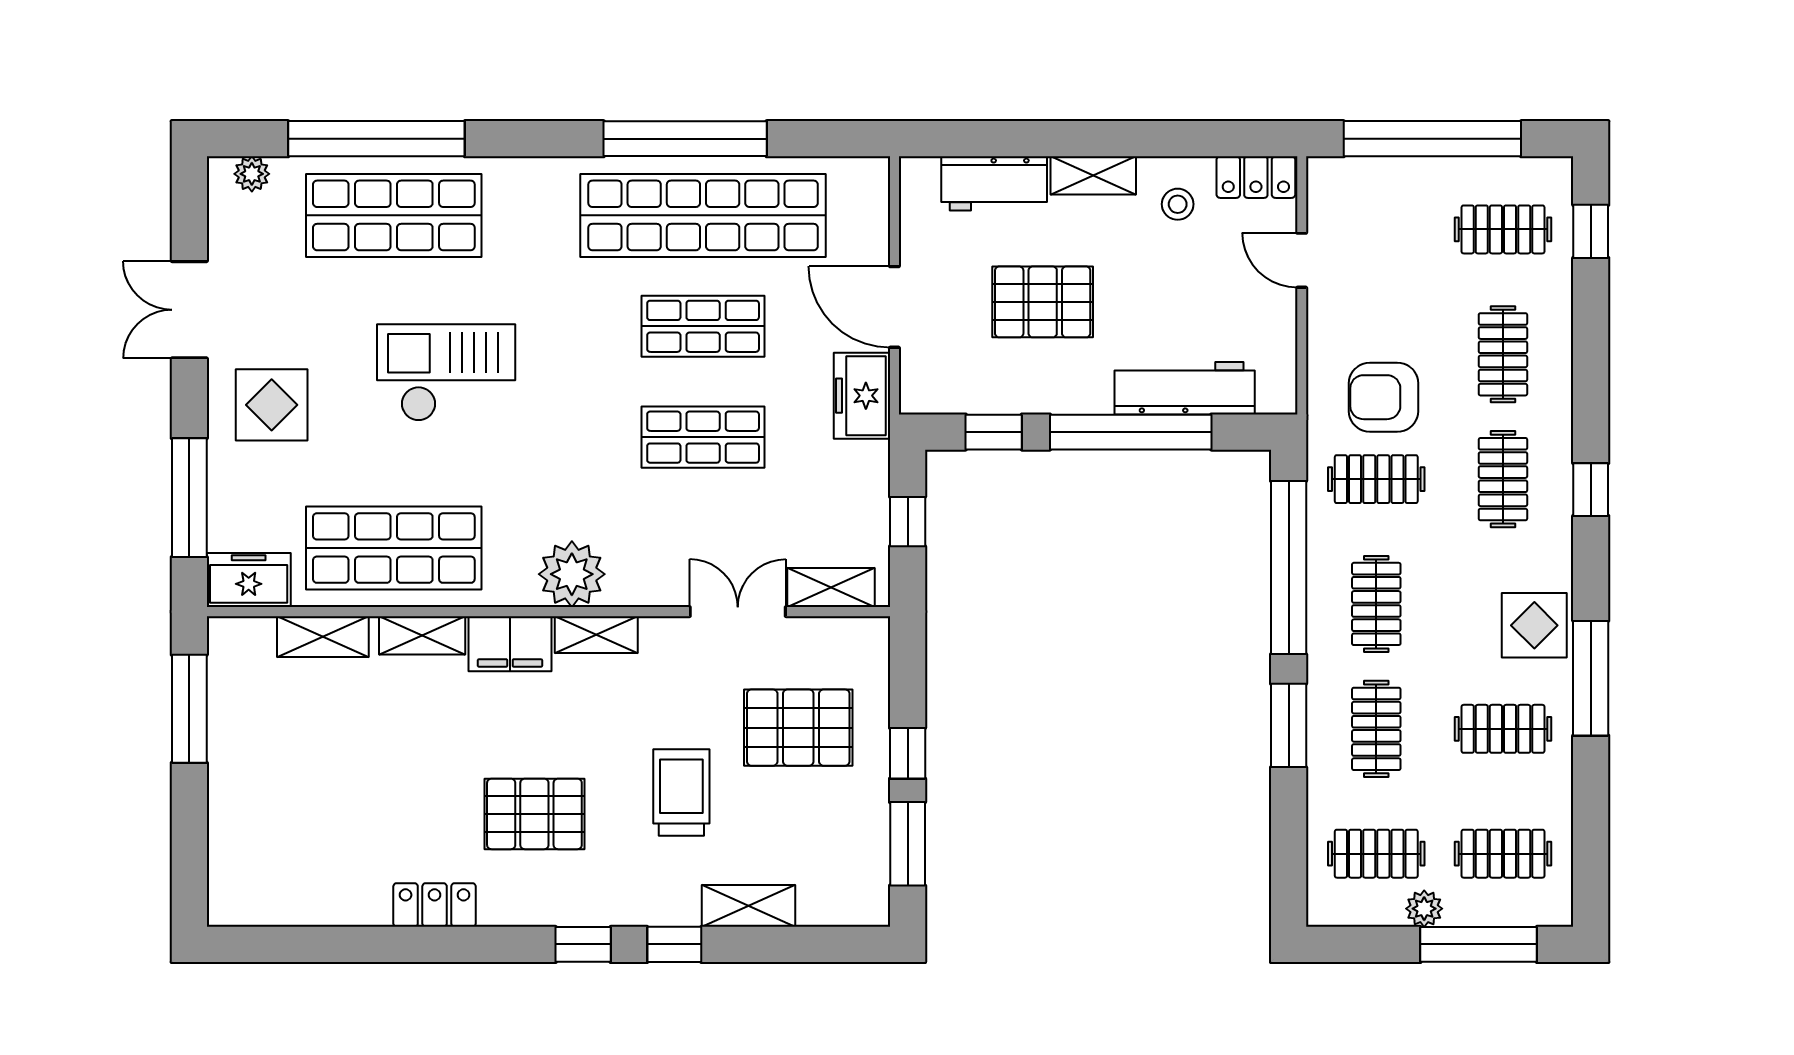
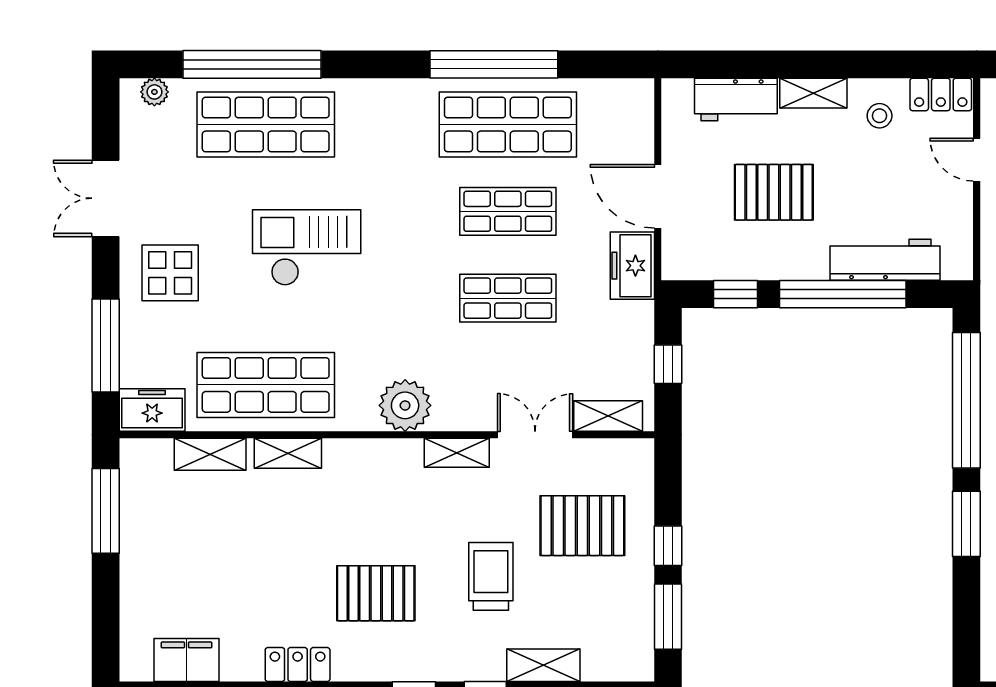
shop shelf: (703, 215) -> (508, 124), width x0.71
shelving: (596, 635) -> (457, 453), moved
filing cabinet: (510, 644) -> (187, 660), moved, turned 180

